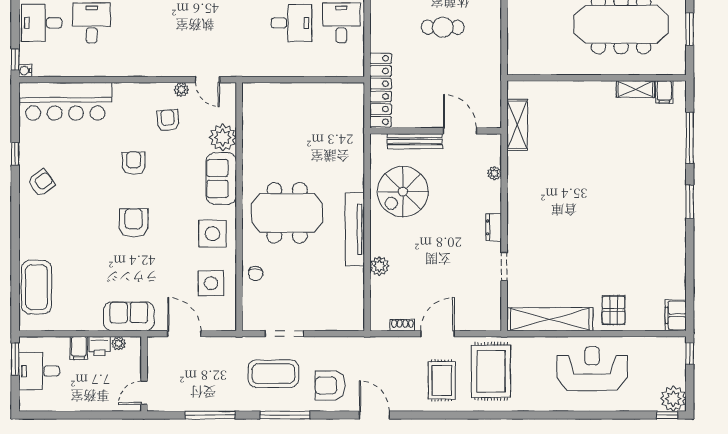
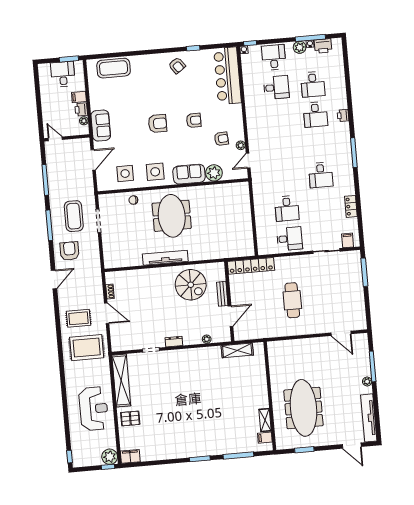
cafe table: (443, 27) -> (292, 300), width x1.37, depth x1.35
bench: (415, 141) -> (222, 294), width x0.73
spiral stairs: (403, 192) -> (191, 285), turned 180
plant: (379, 266) -> (144, 275), removed
plant: (673, 399) -> (110, 457), moved

